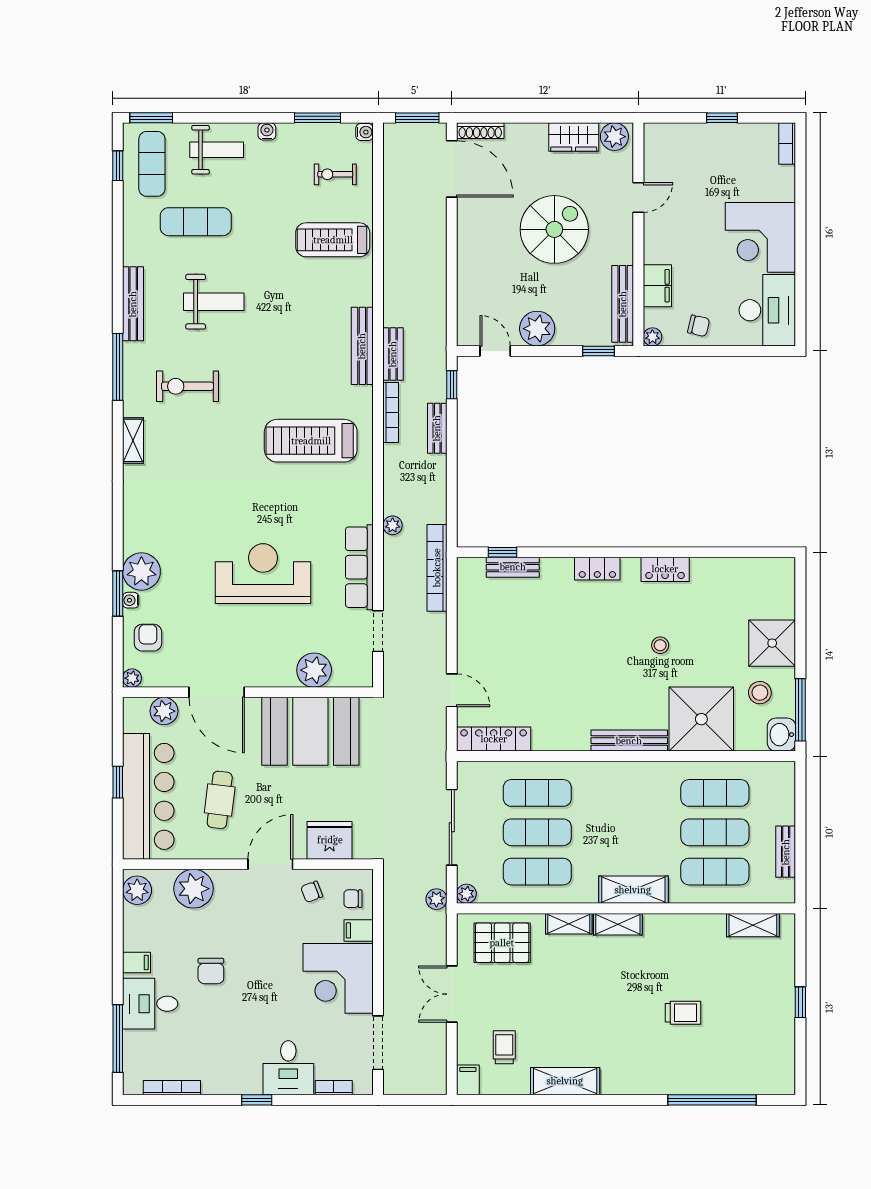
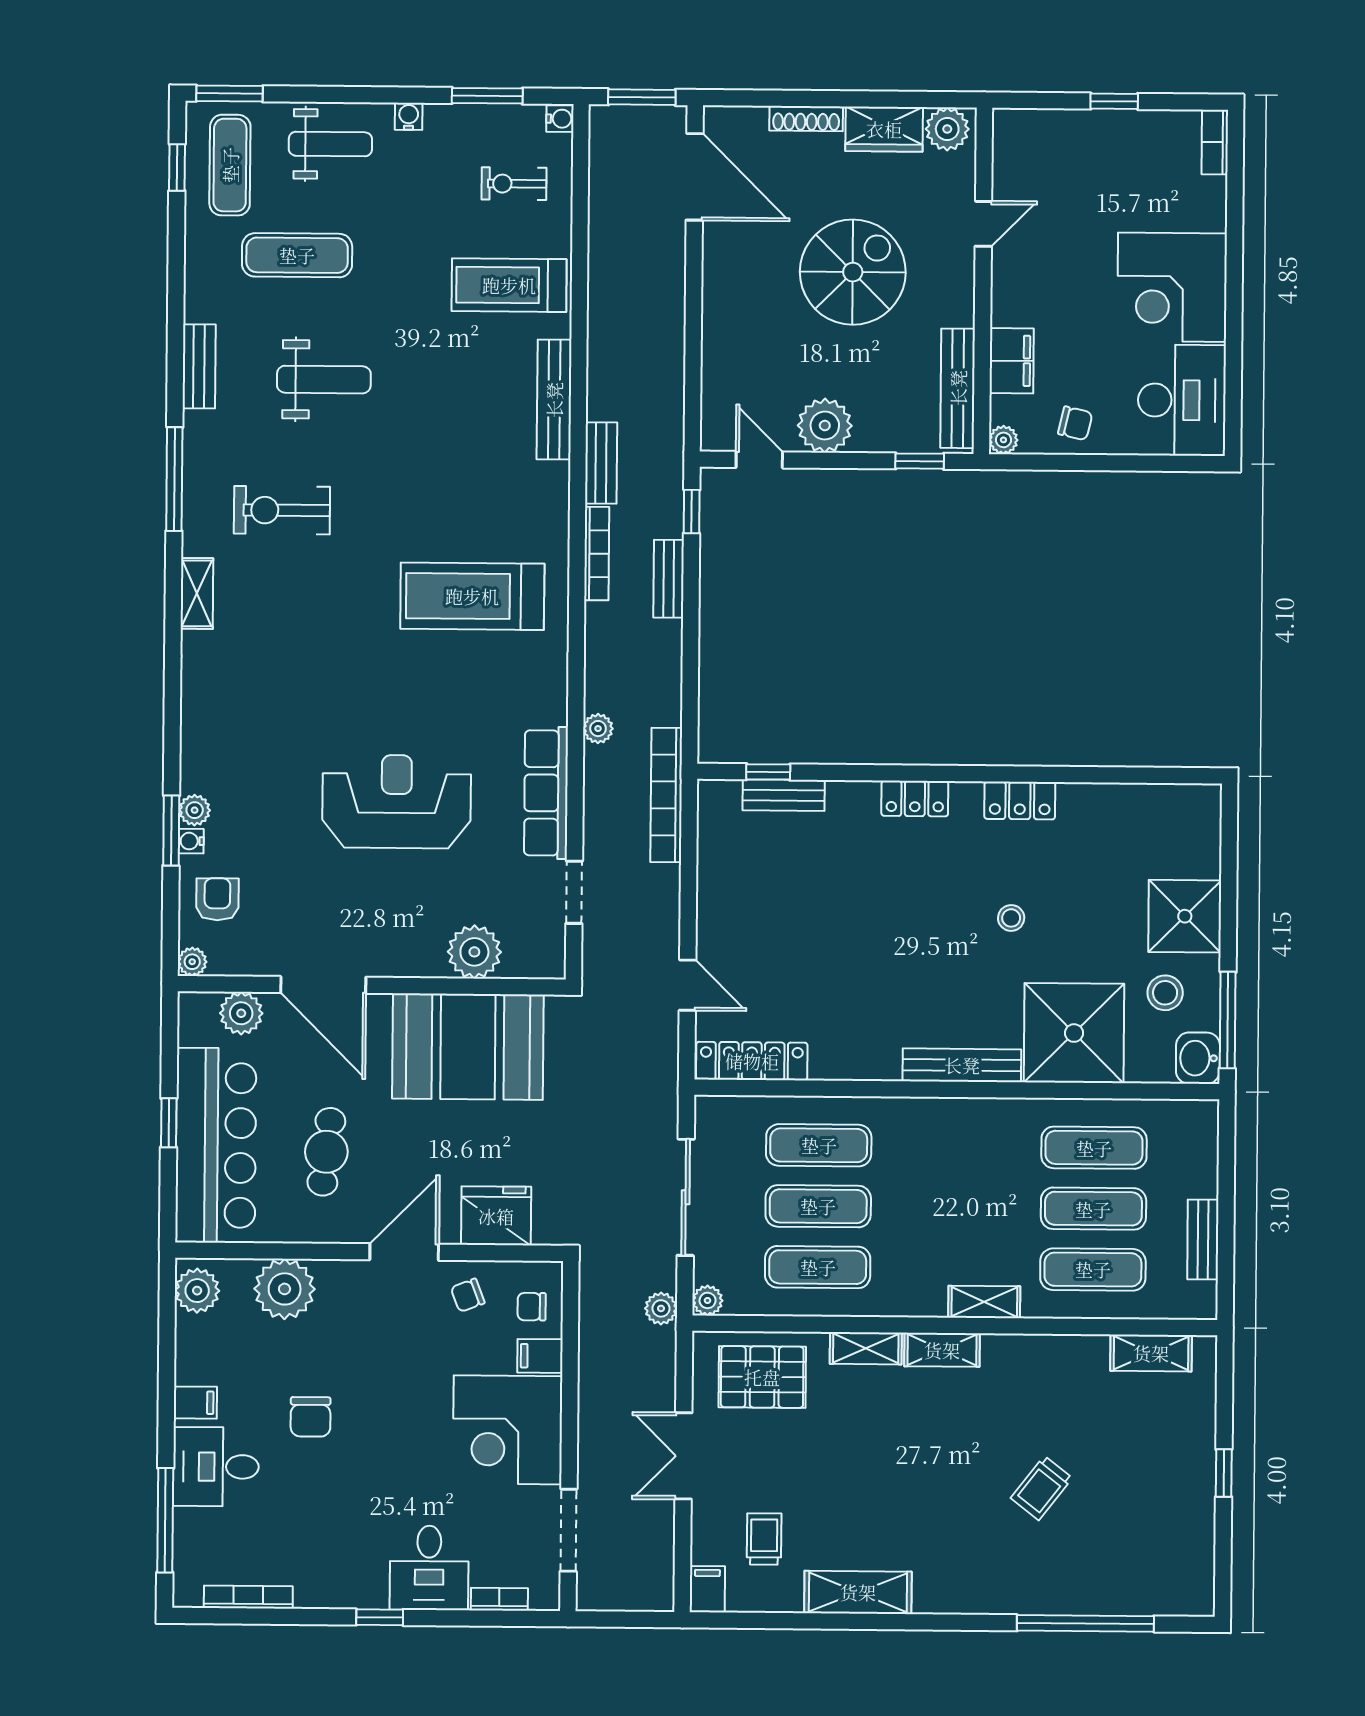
shoe rack: (480, 131) -> (806, 119), moved
bench: (133, 304) -> (199, 366), width x0.73
bench: (362, 346) -> (554, 400), moved
plant: (141, 572) -> (195, 810), width x0.53, depth x0.53
shelving: (633, 890) -> (984, 1302), width x0.67, depth x0.75
trolley: (683, 1013) -> (1042, 1488), turned 128

